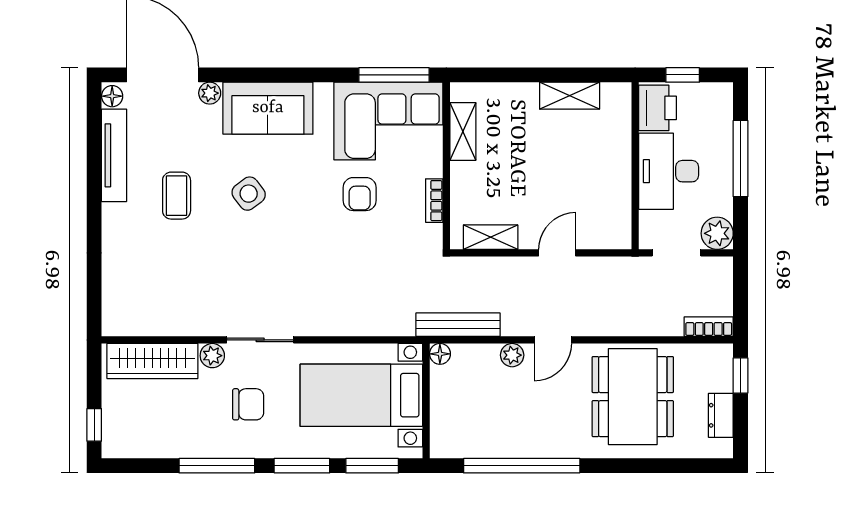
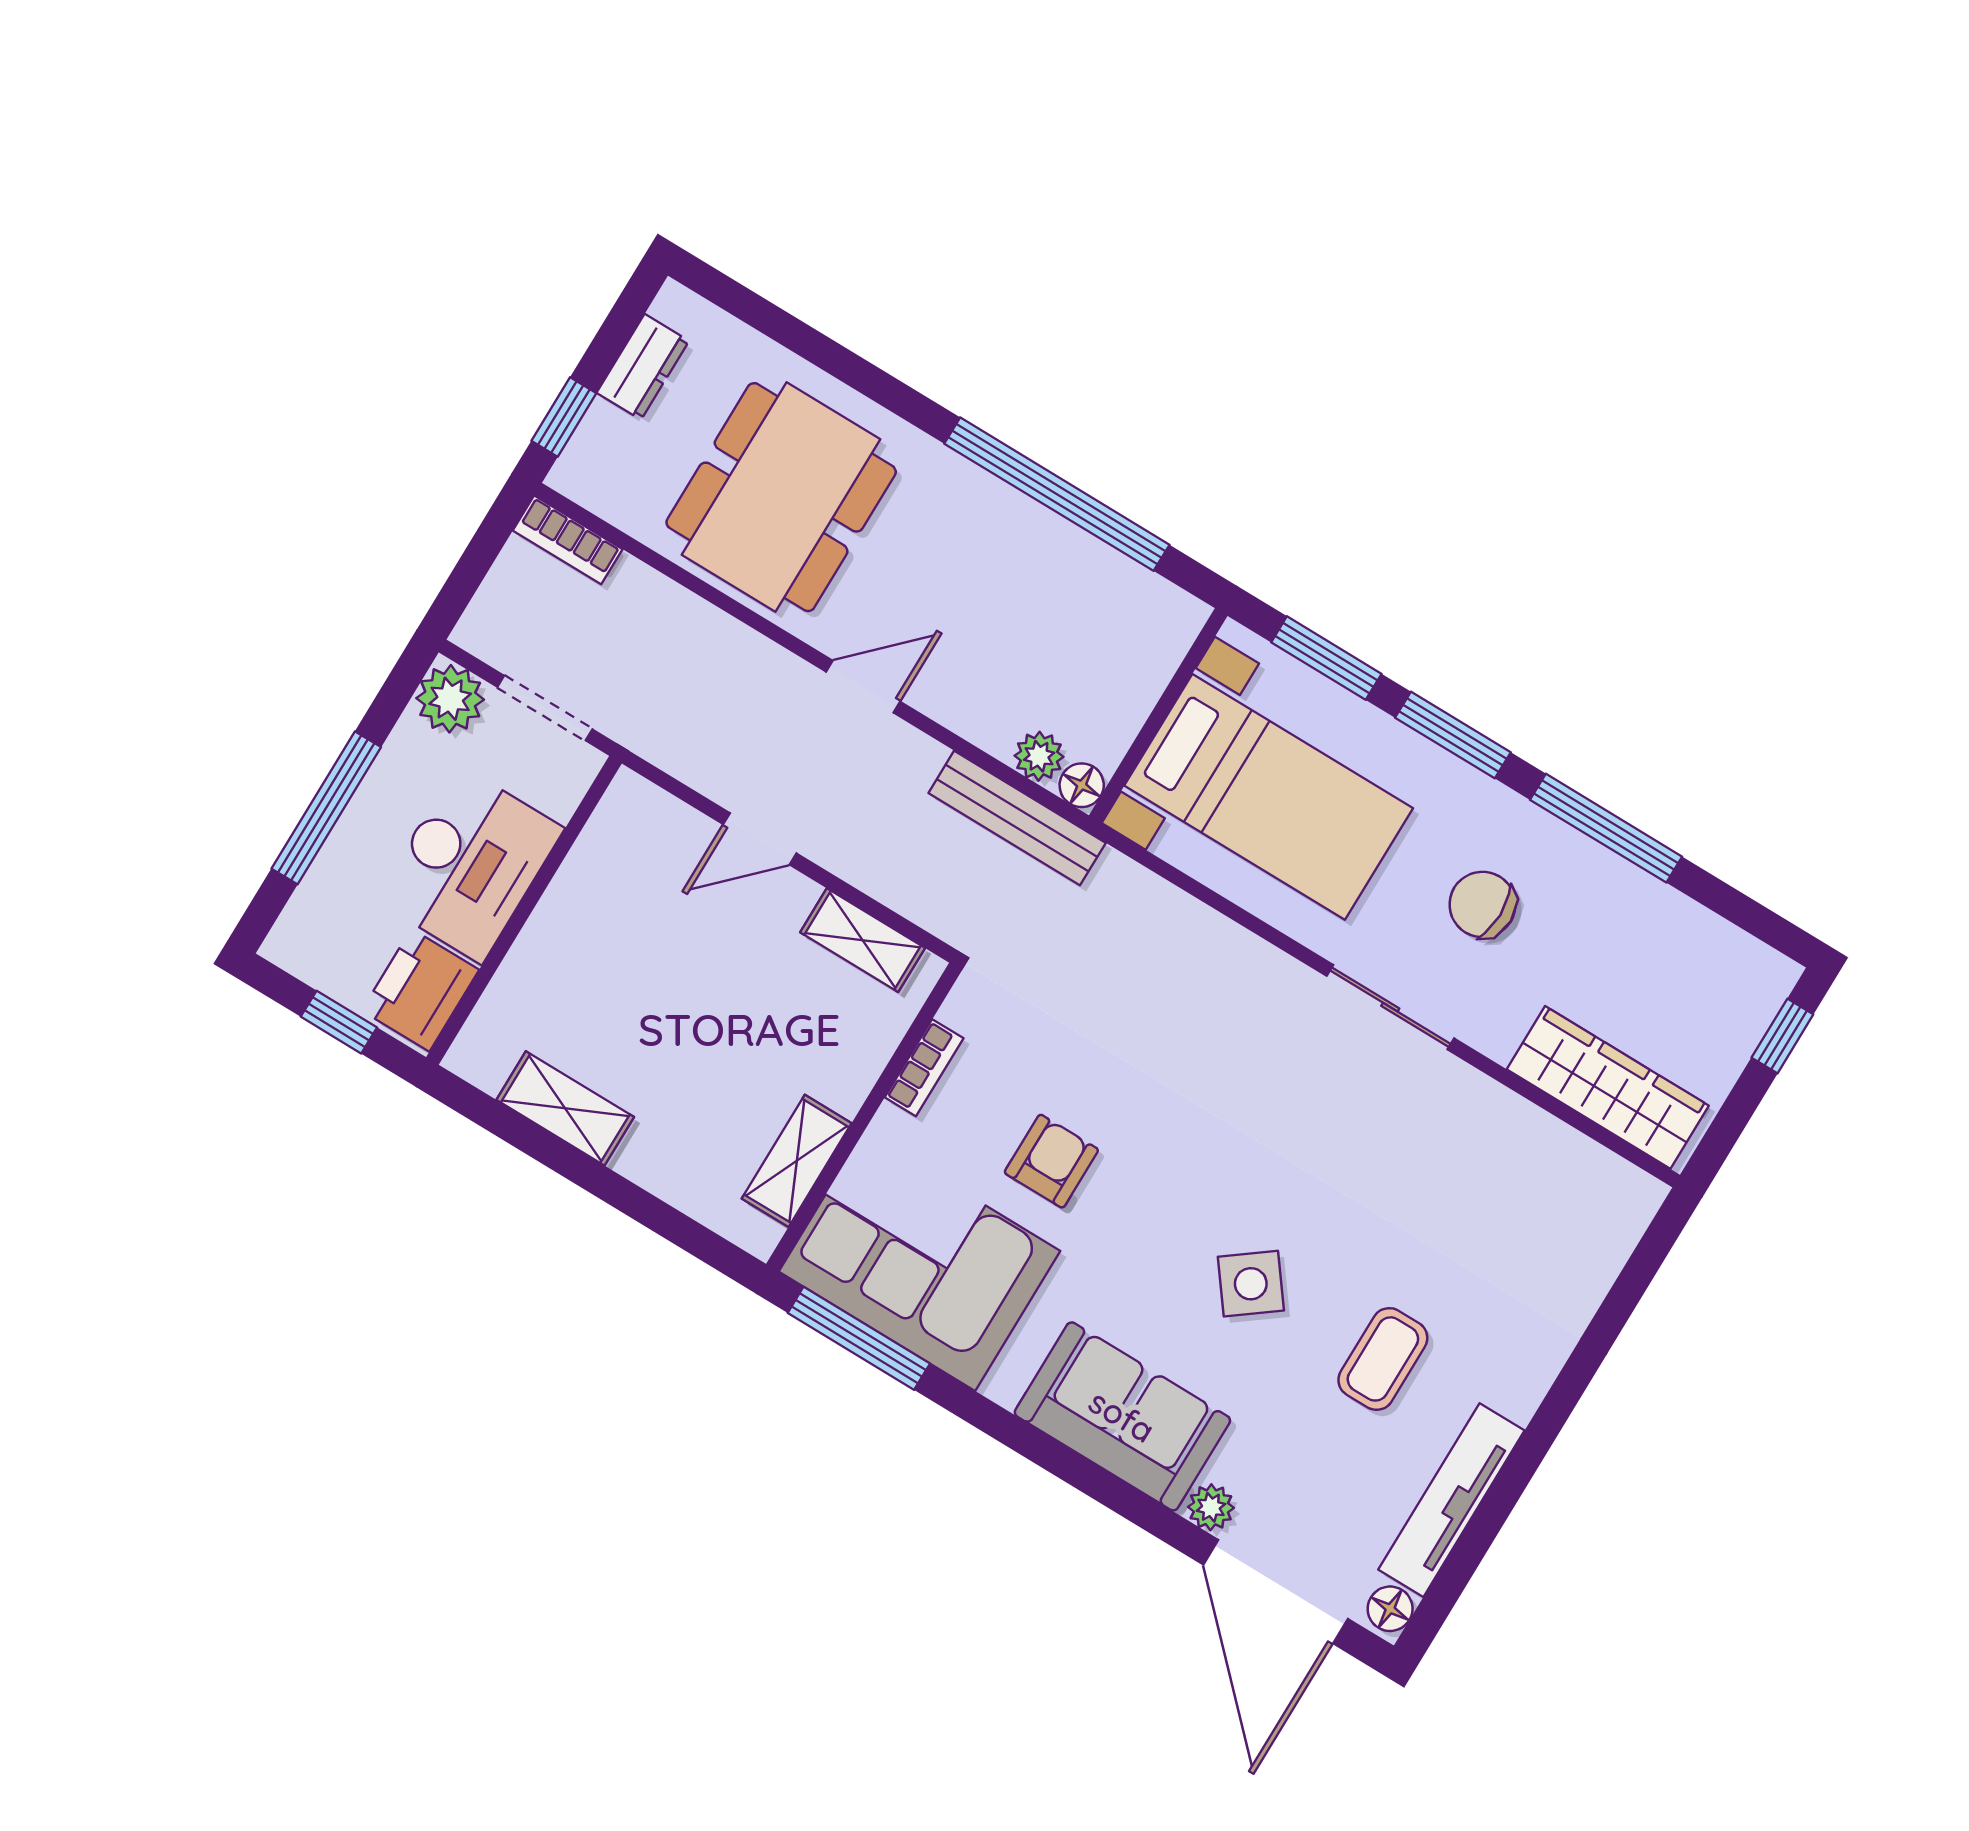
plant: (512, 355) -> (1039, 756), moved
plant: (212, 356) -> (1494, 1032), removed

